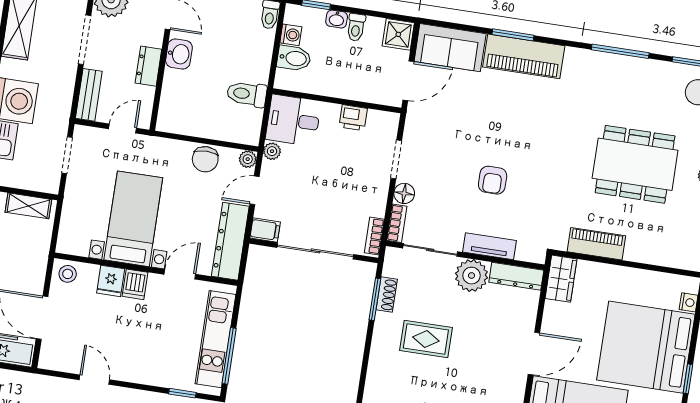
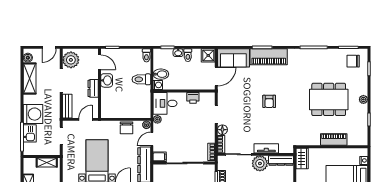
washing machine: (291, 35) -> (158, 85), moved
toilet: (247, 94) -> (141, 79), moved
armchair: (493, 180) -> (269, 101), moved
piano: (596, 244) -> (334, 140), moved

